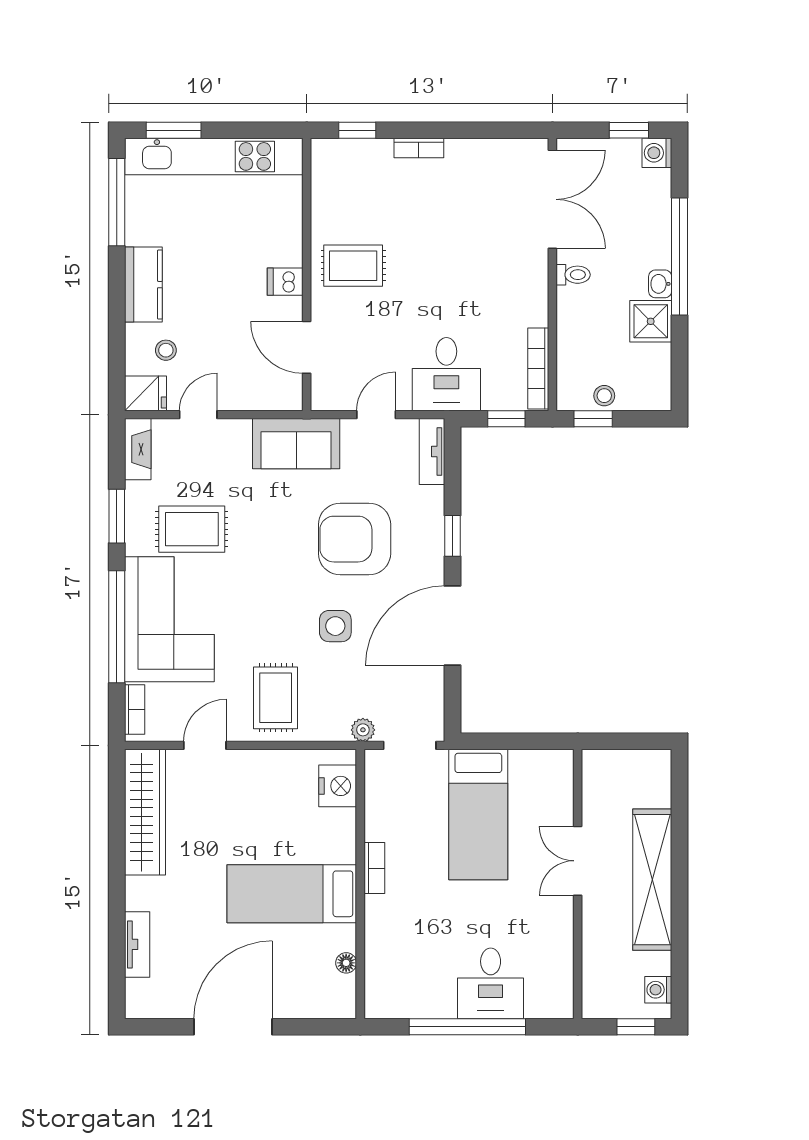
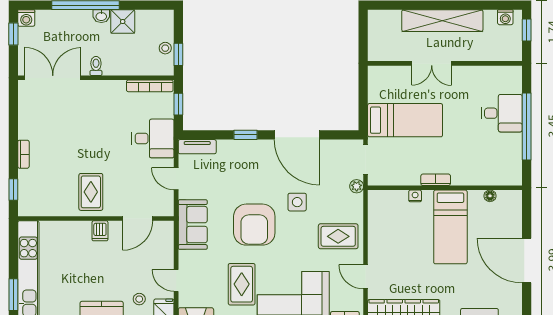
armchair: (355, 539) -> (254, 225), moved
nightstand: (338, 786) -> (415, 196), moved, width x0.53, depth x0.56

